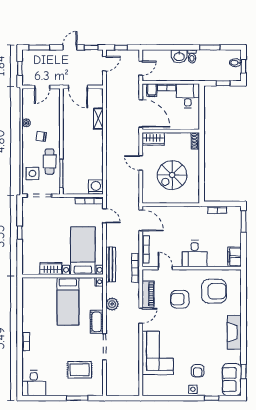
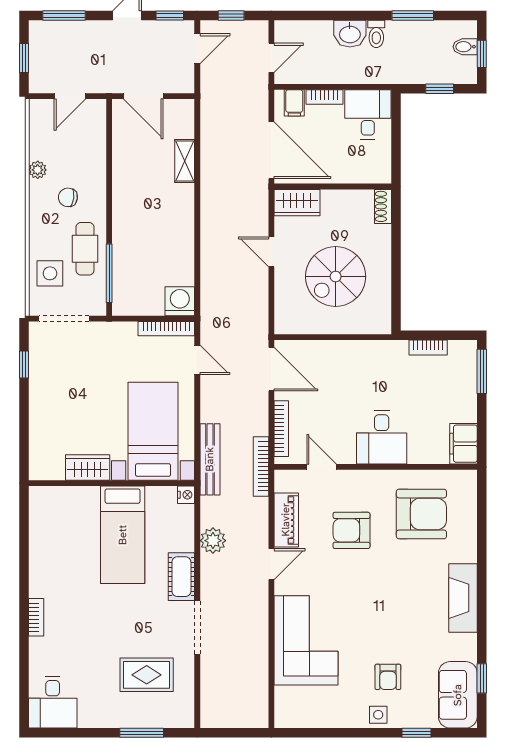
window: (20, 233) -> (24, 365), moved

